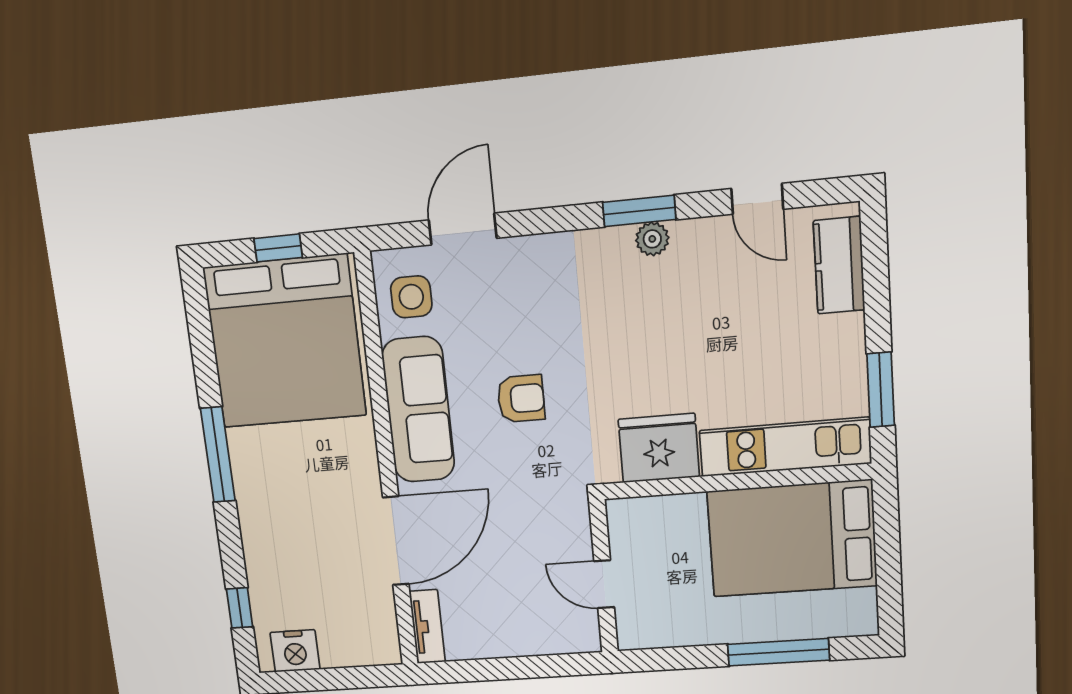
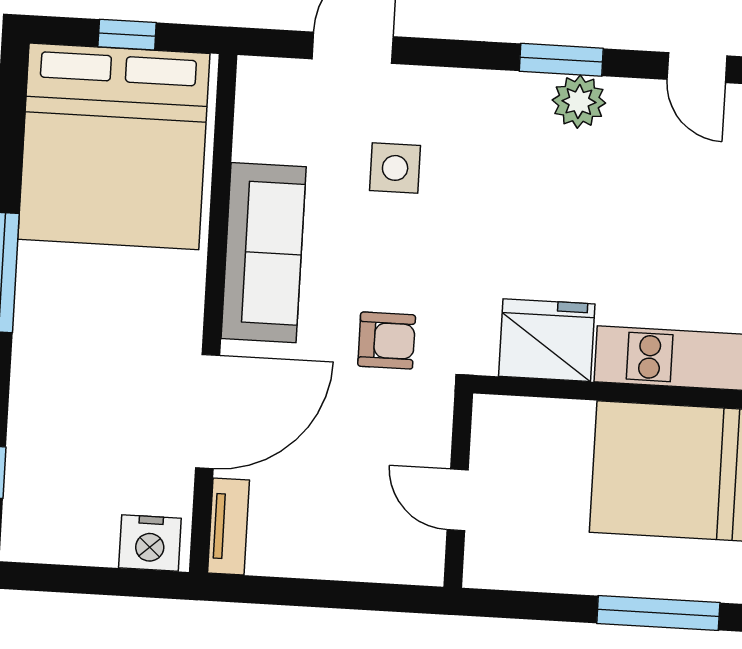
plant: (652, 239) -> (579, 102), width x1.38, depth x1.38
side table: (411, 297) -> (395, 168), moved
armchair: (521, 399) -> (387, 341), moved
nightstand: (295, 651) -> (150, 543), moved

